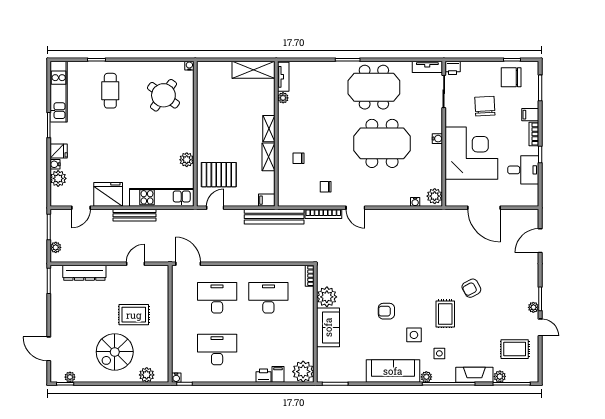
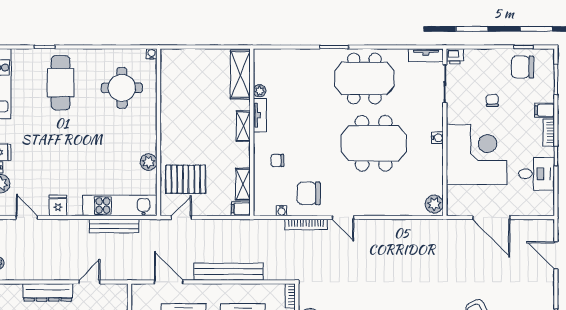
shelving: (253, 70) -> (240, 74), moved, turned 90
tv unit: (283, 77) -> (260, 115), moved
cafe table: (110, 91) -> (61, 83), width x1.37, depth x1.35
round table: (163, 95) -> (122, 88), turned -36
chair: (485, 106) -> (492, 100), width x0.54, depth x0.54
shelving: (269, 157) -> (243, 184), moved
chair: (326, 187) -> (309, 193), width x1.87, depth x1.87
fridge: (108, 194) -> (58, 206), width x0.53, depth x0.75
water cooler: (415, 202) -> (282, 211), moved
door: (81, 208) -> (27, 218), swing flipped
bench: (134, 215) -> (114, 226), moved
bench: (274, 217) -> (229, 272), moved
door: (540, 241) -> (556, 255), hinge flipped
door: (188, 264) -> (169, 282), moved
dresser: (84, 273) -> (48, 292), moved

